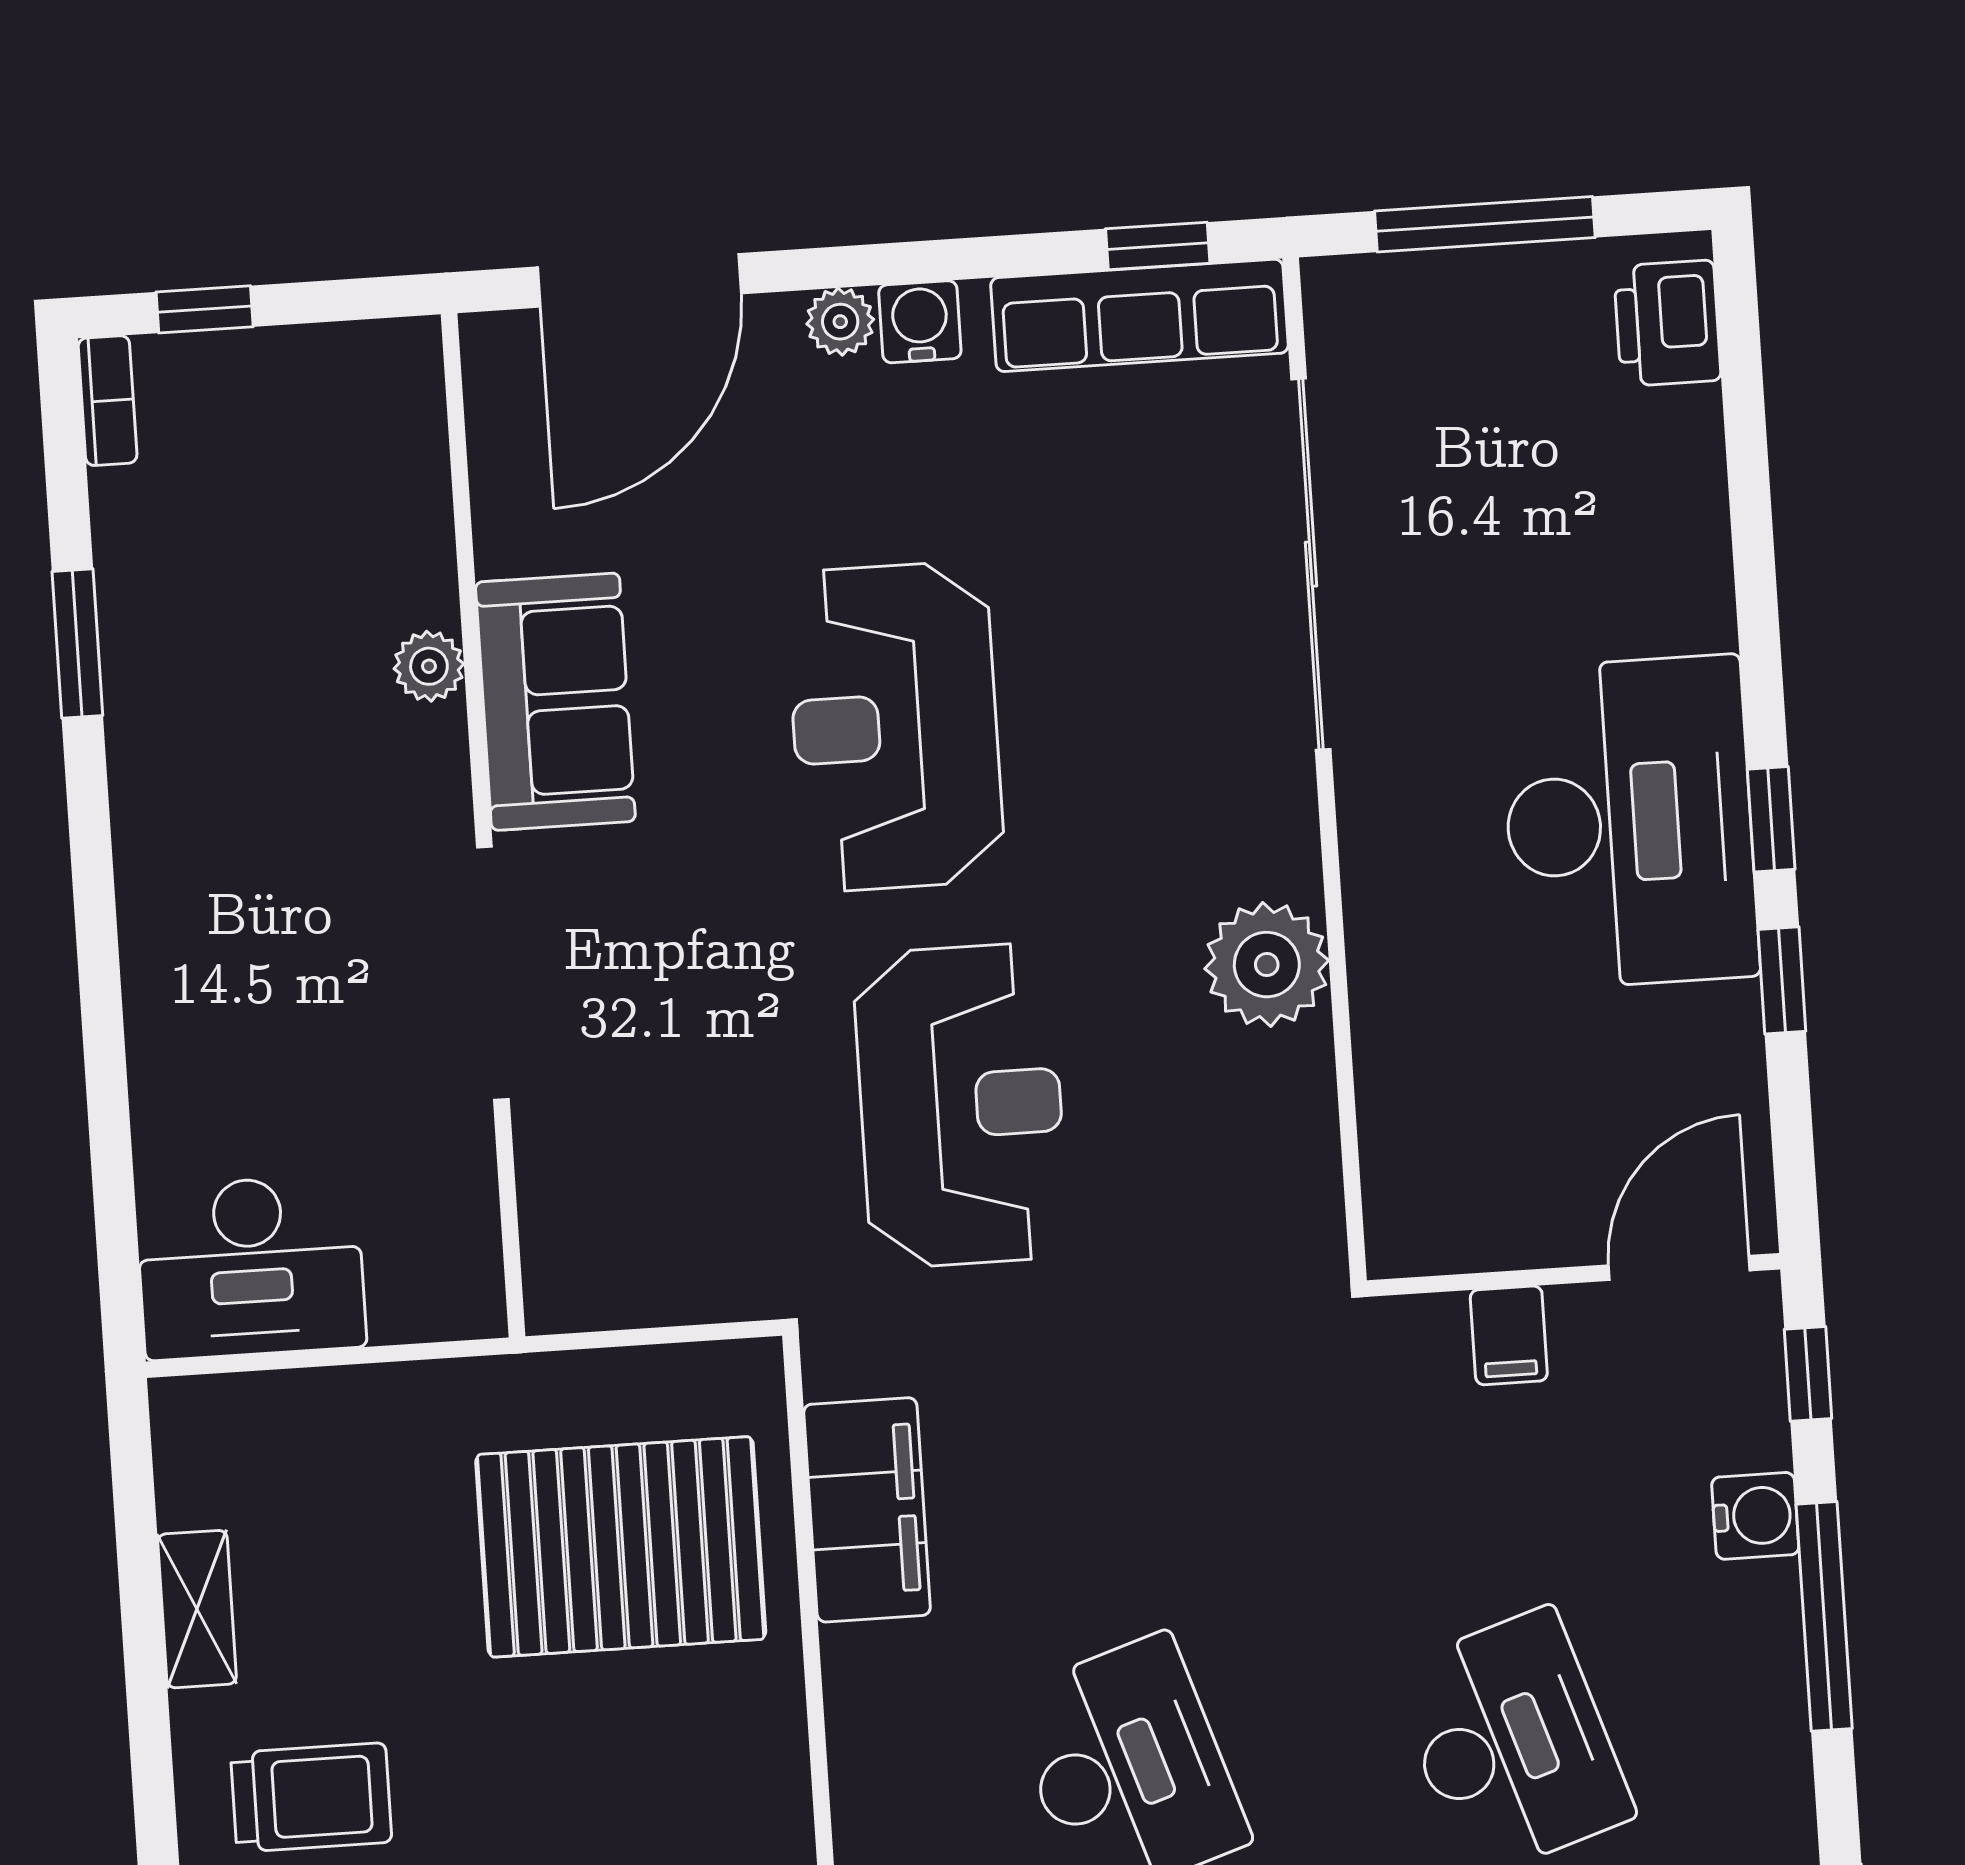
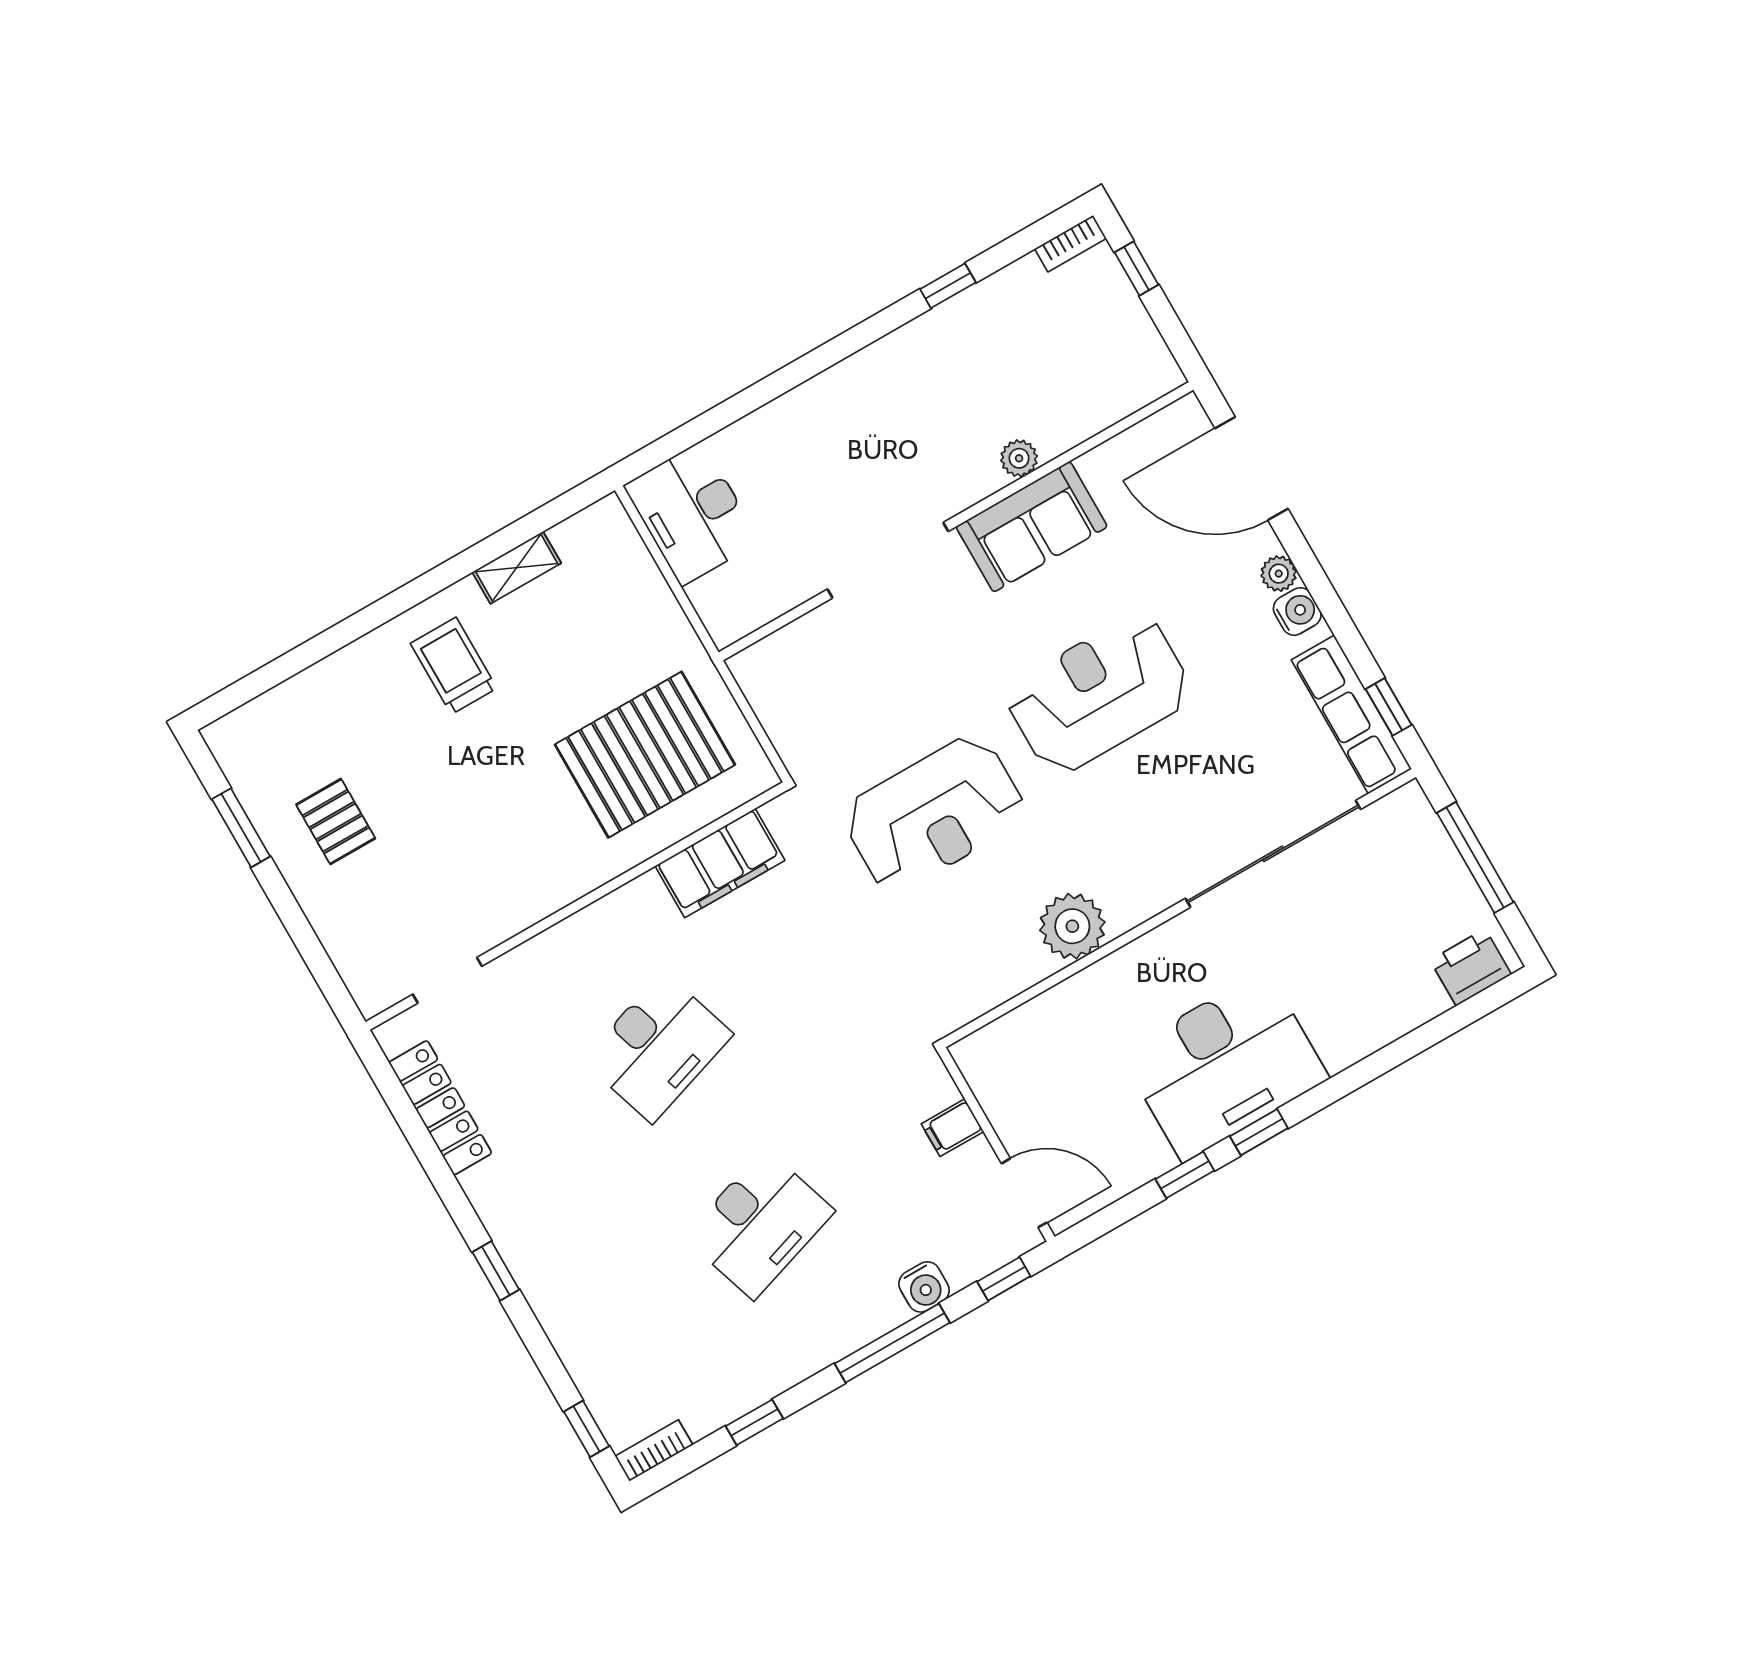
window: (77, 644) -> (948, 286), width x0.67
pallet: (621, 1547) -> (645, 755), turned 90
trolley: (311, 1797) -> (454, 666), turned 180

